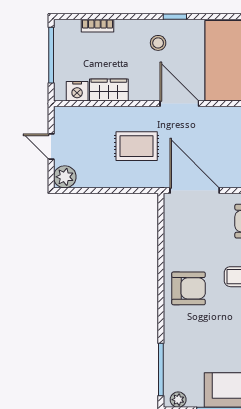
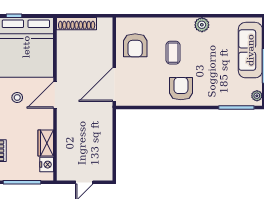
stool: (158, 43) -> (17, 98), moved
rug: (137, 146) -> (84, 124), removed
plant: (65, 177) -> (105, 173), removed

